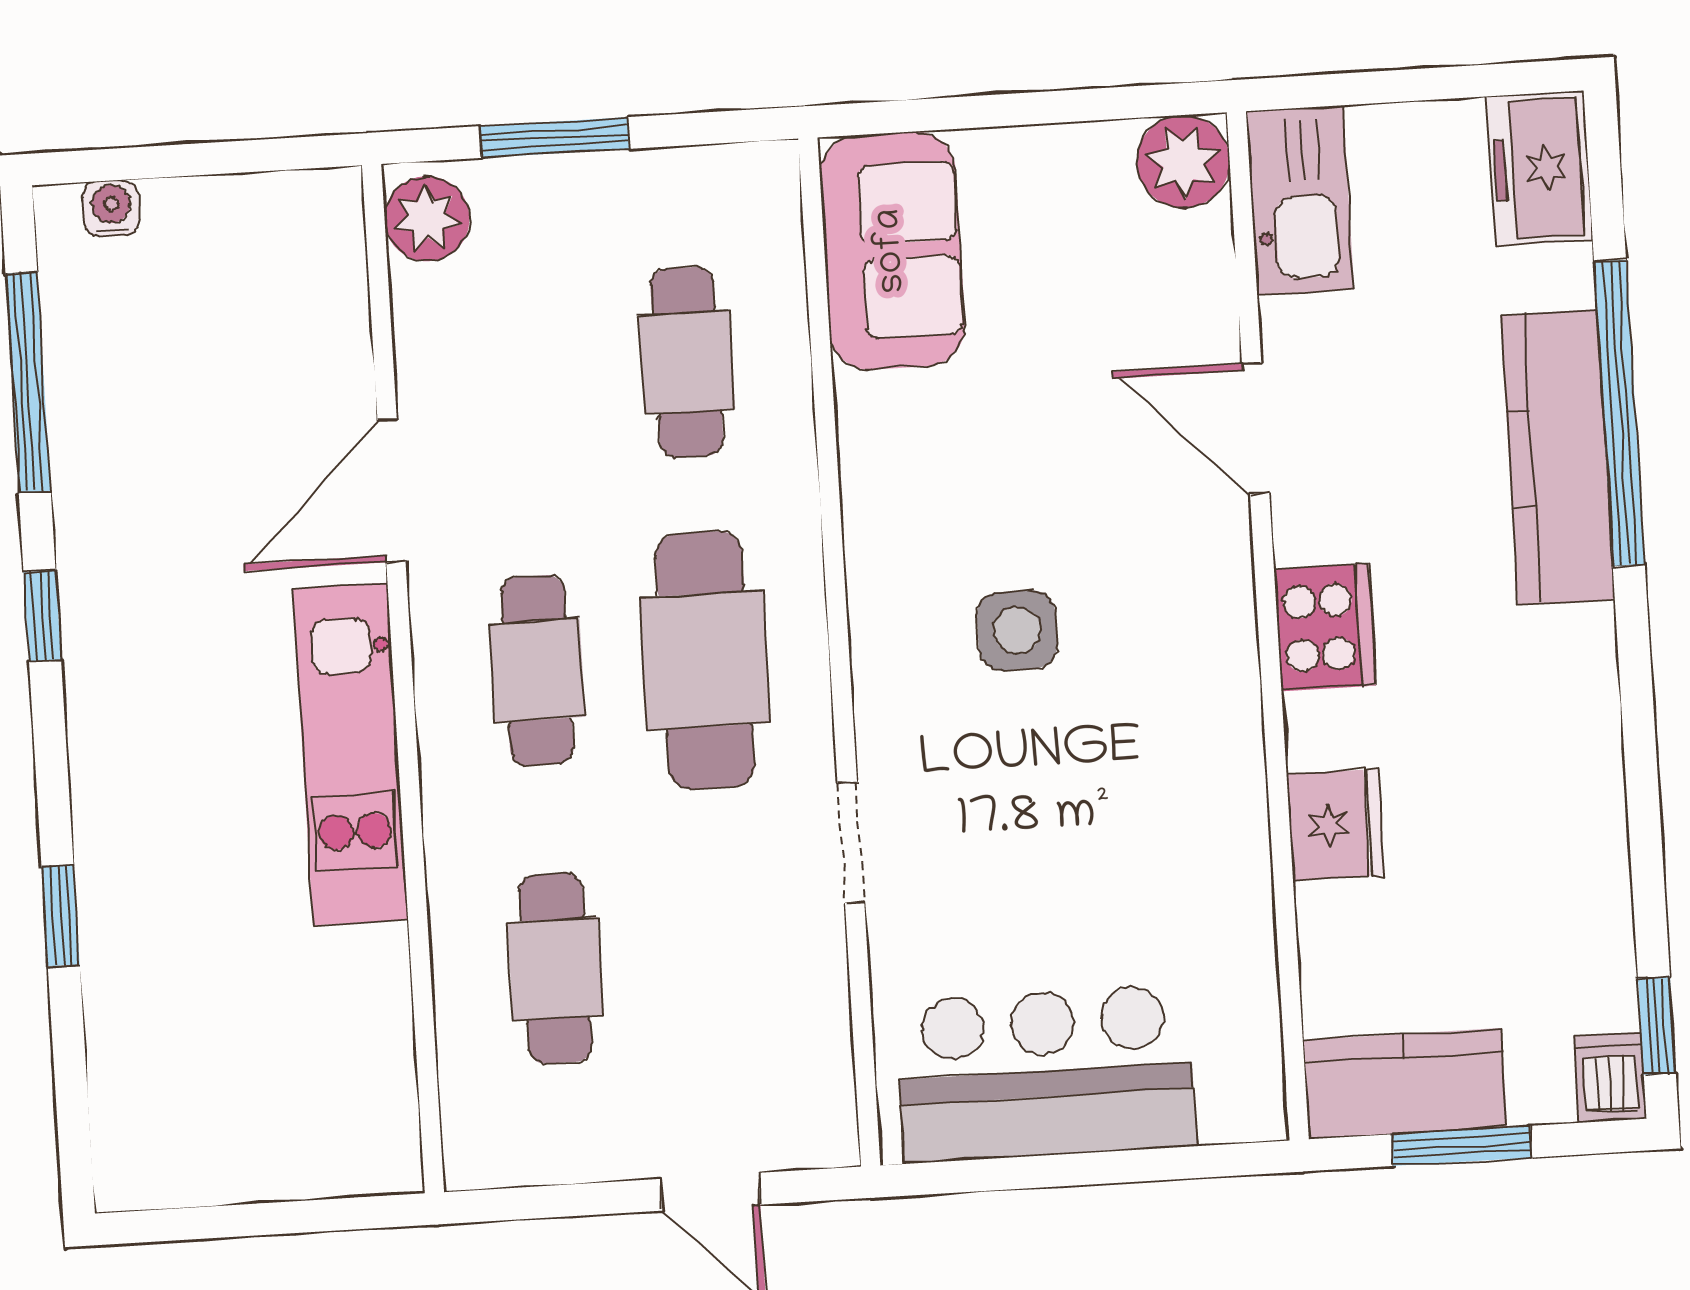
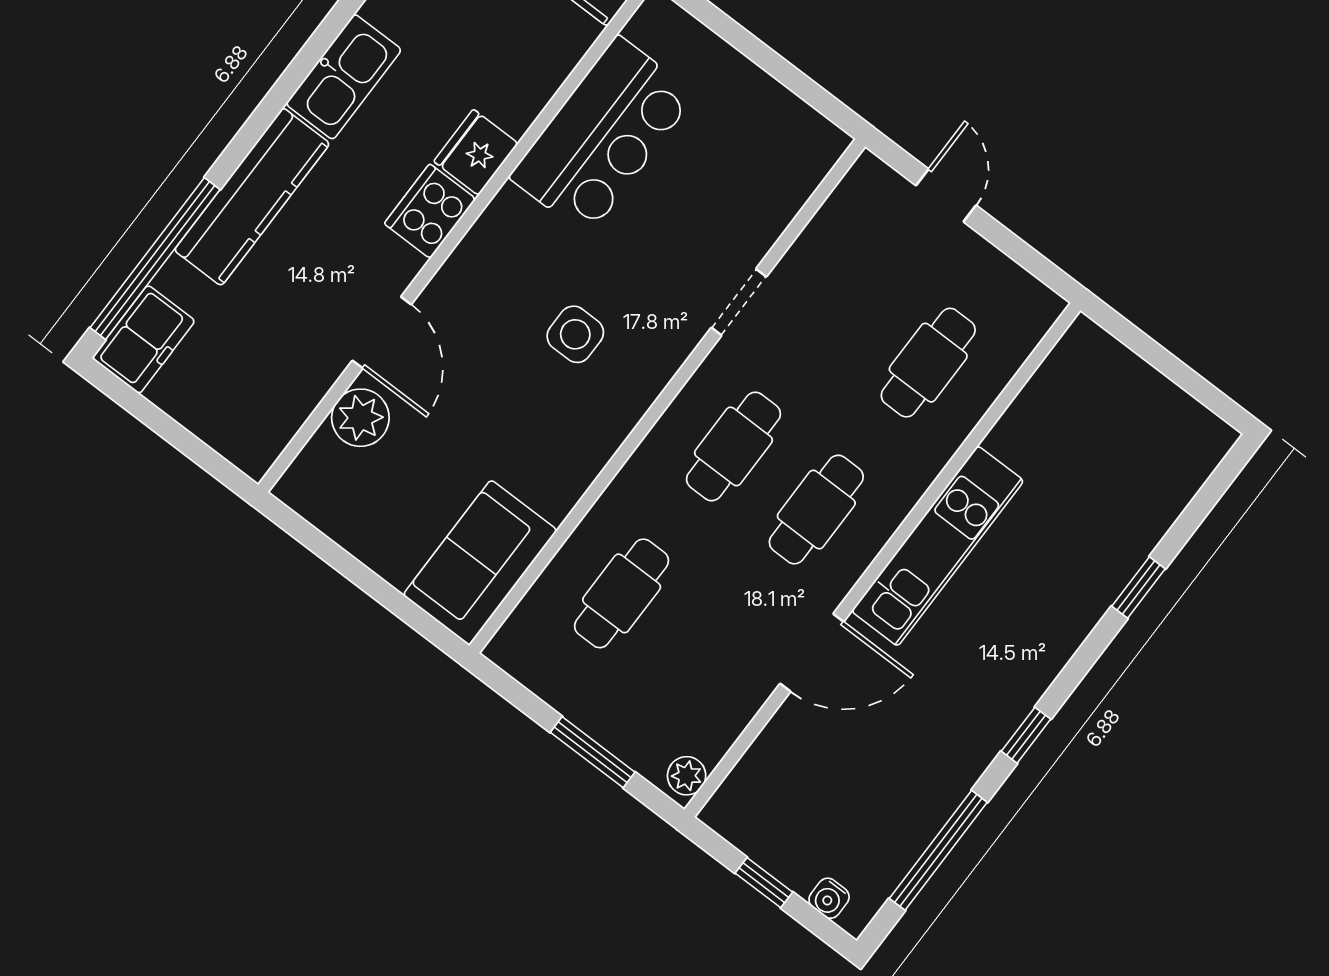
window: (207, 159) -> (764, 883), added
plant: (1183, 161) -> (360, 418), moved
kitchen sink: (1300, 200) -> (344, 77), moved, turned 180
plant: (427, 219) -> (687, 776), width x0.73, depth x0.73
window: (1619, 413) -> (155, 259), moved
cafe table: (705, 660) -> (733, 446), width x0.73, depth x0.74
fridge: (1335, 825) -> (476, 152), moved
bar counter: (1046, 1074) -> (602, 136), moved, turned -90

